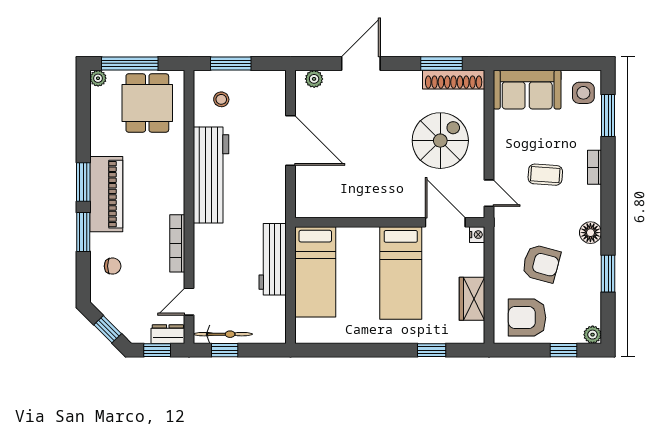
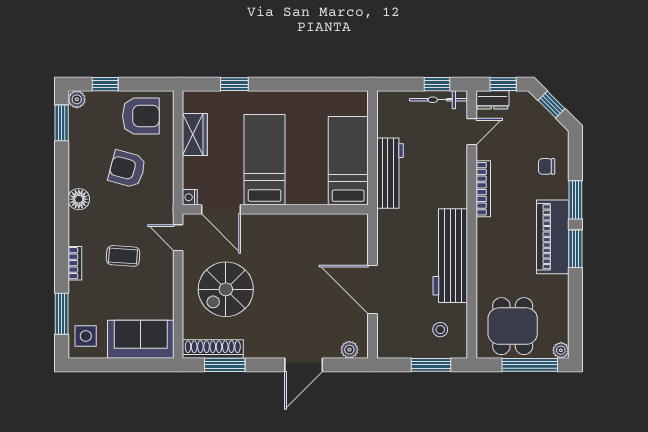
window: (608, 274) -> (62, 123), moved

